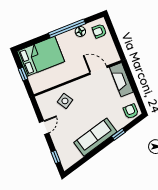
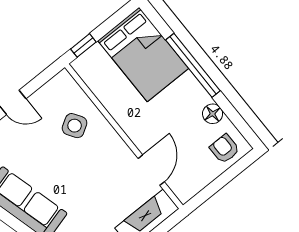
window: (67, 28) -> (193, 65), moved
window: (23, 74) -> (83, 45), moved

